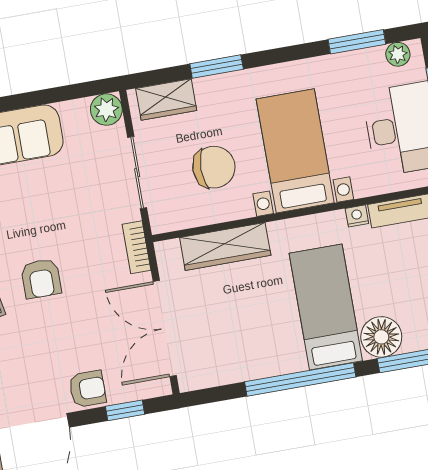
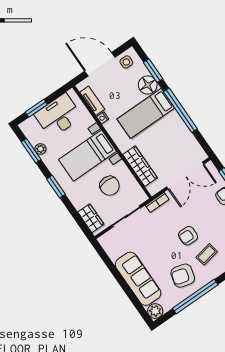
plant: (398, 54) -> (40, 149), moved
window: (217, 67) -> (56, 187), moved
plant: (106, 110) -> (106, 241), removed
chair: (214, 167) -> (110, 186), turned 180
armchair: (41, 279) -> (188, 236), turned 180

